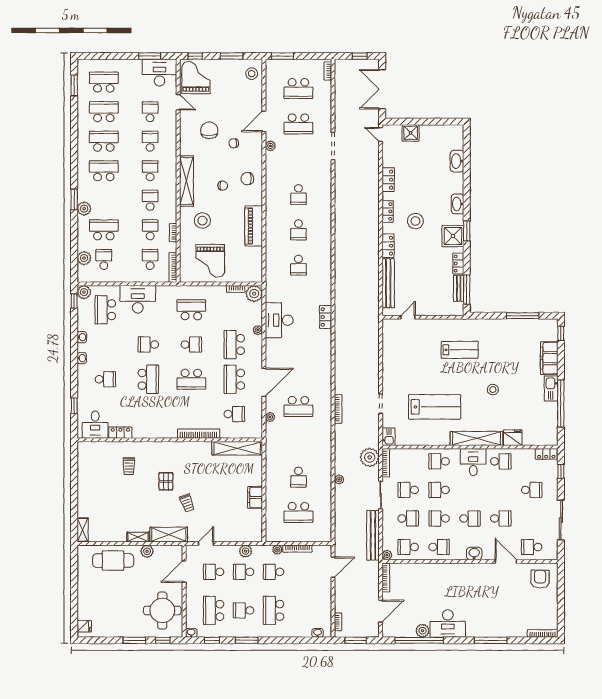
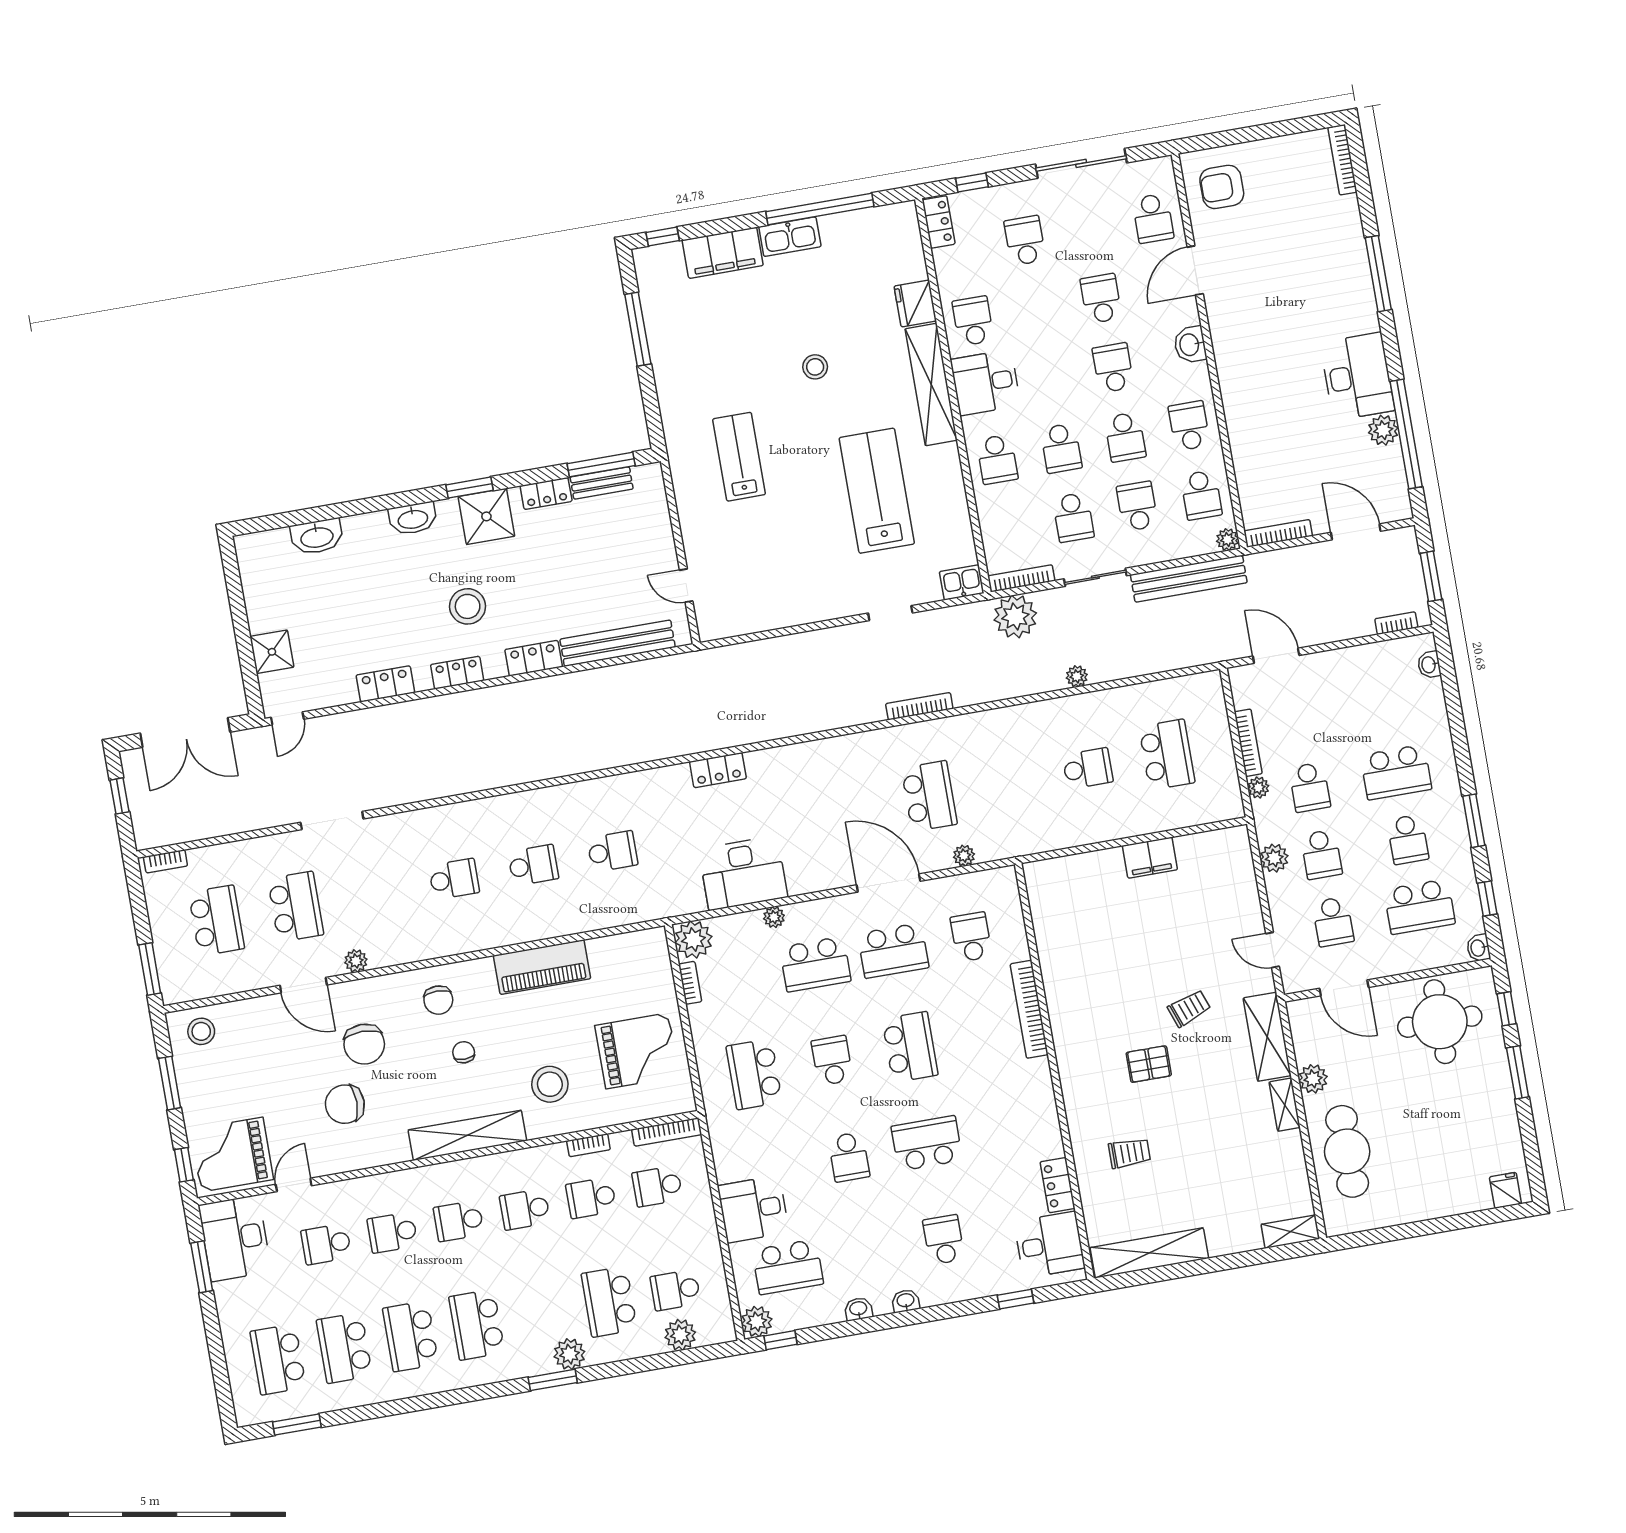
chair: (234, 143) -> (364, 1044), width x1.87, depth x1.87
desk: (138, 299) -> (753, 1209), width x0.73
shelving: (237, 448) -> (1149, 1253), moved, turned 90

